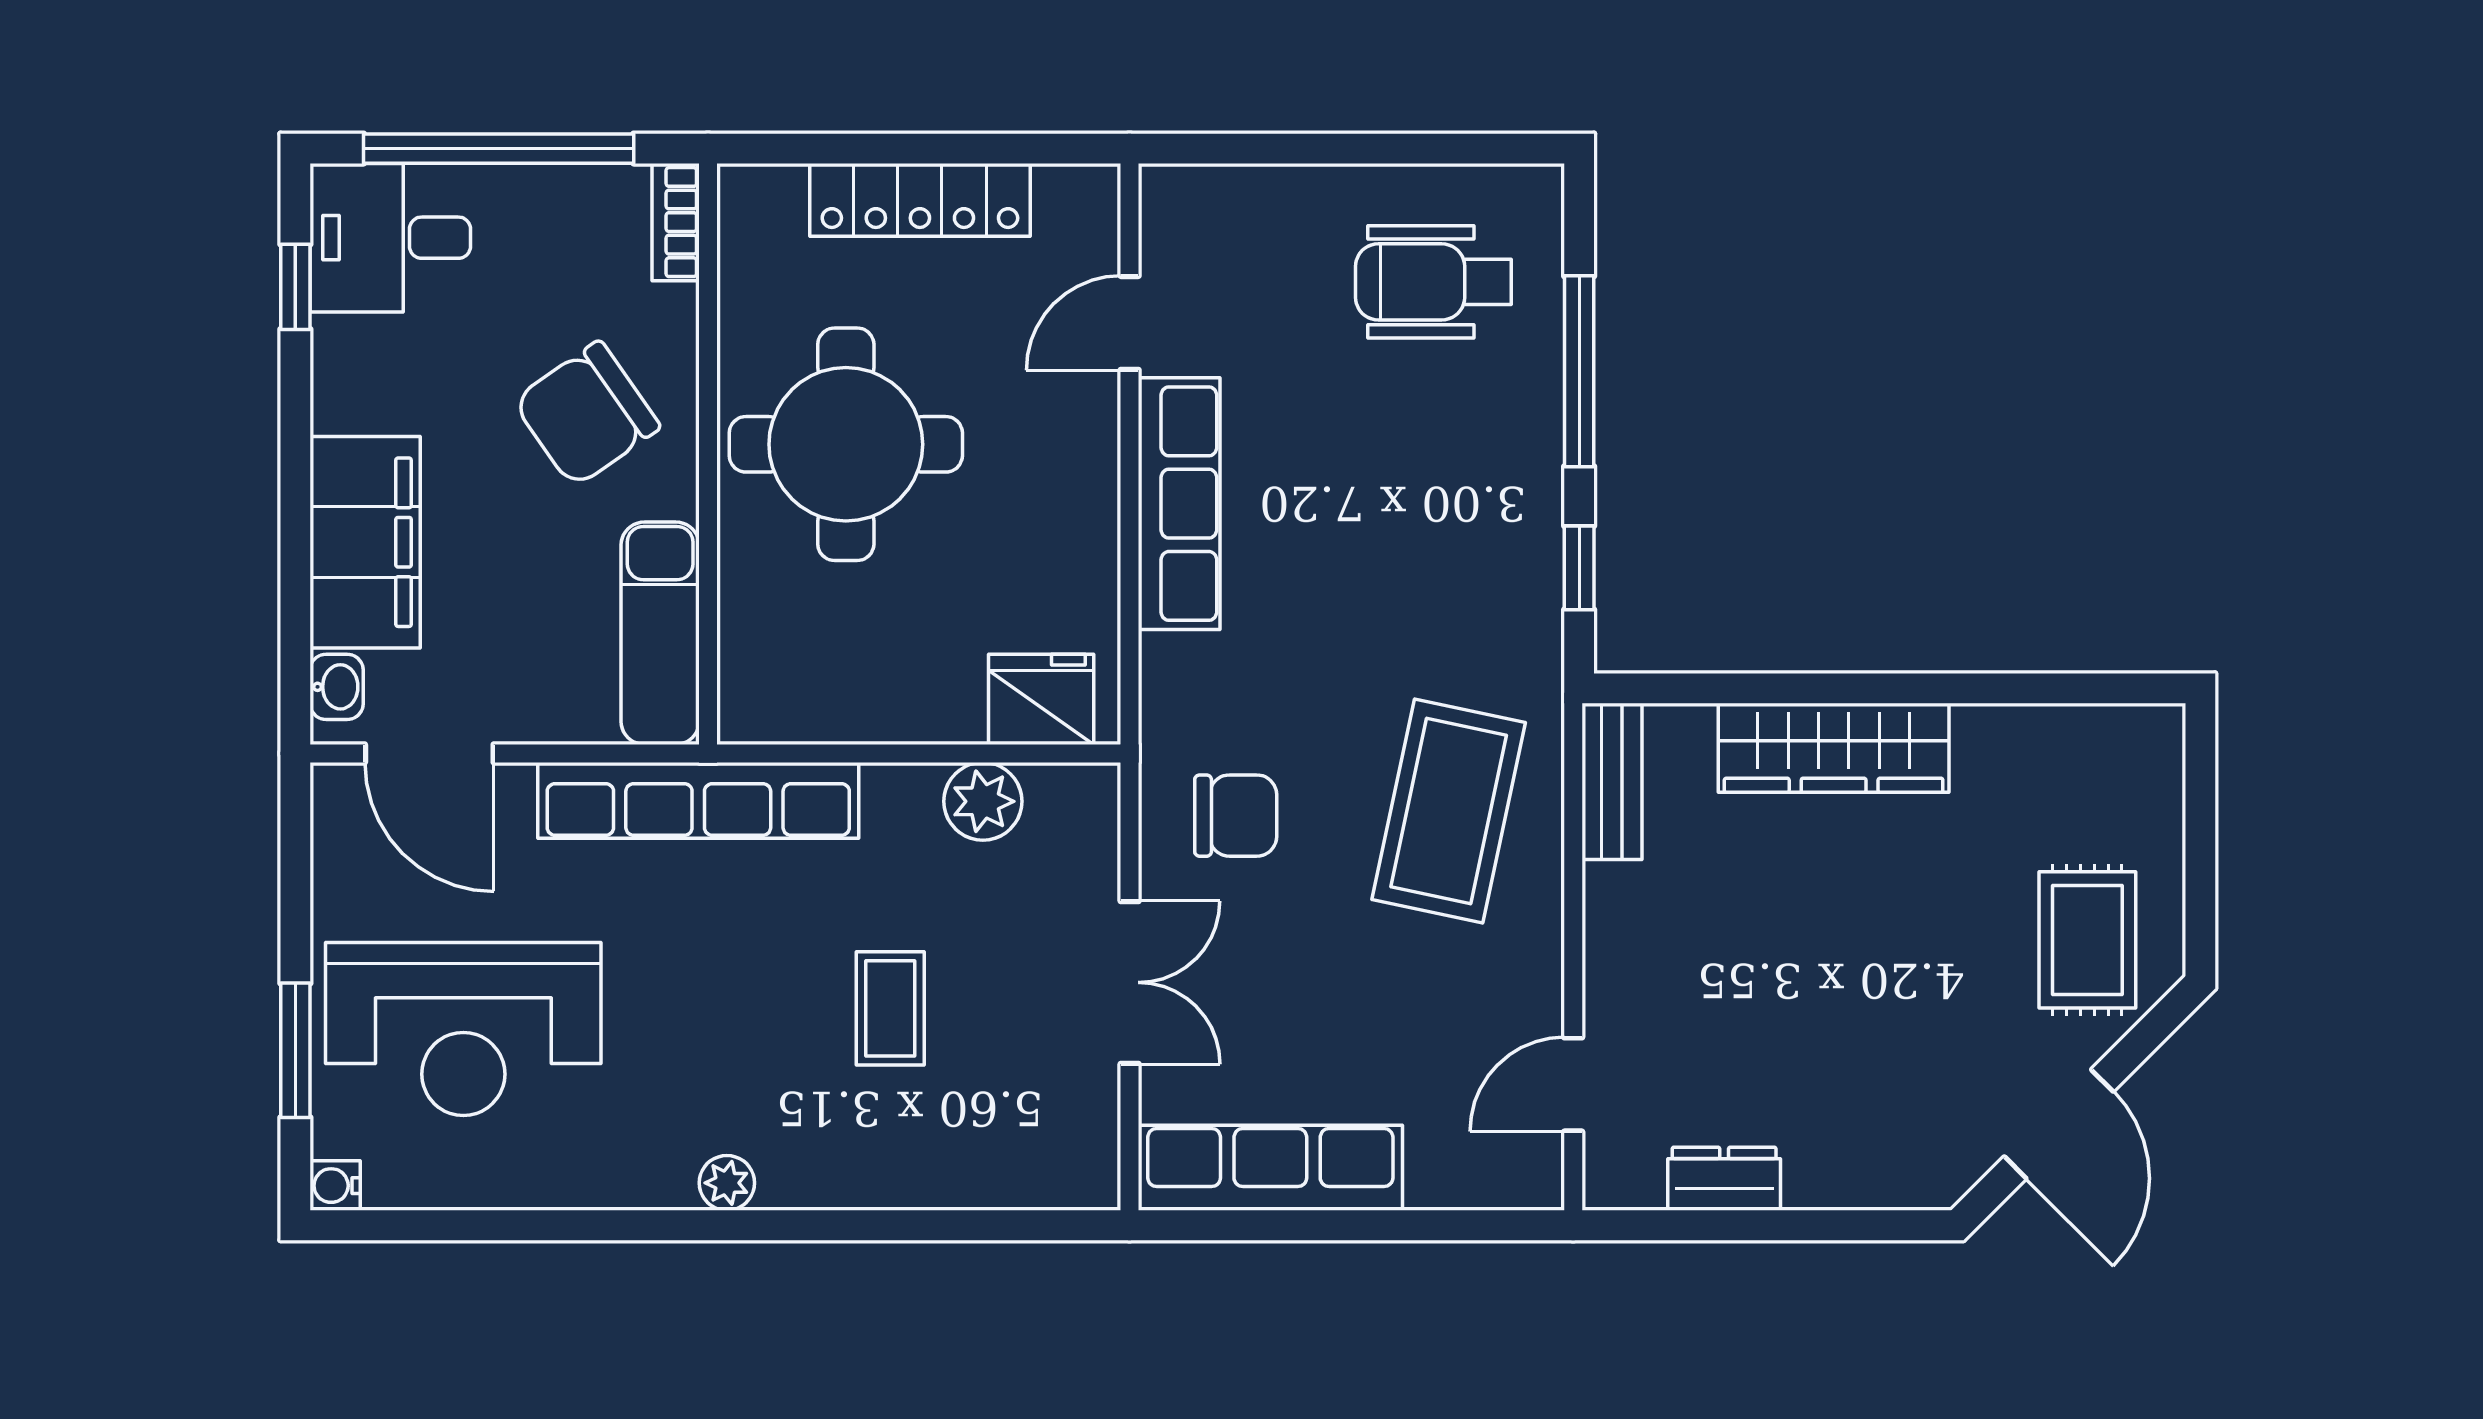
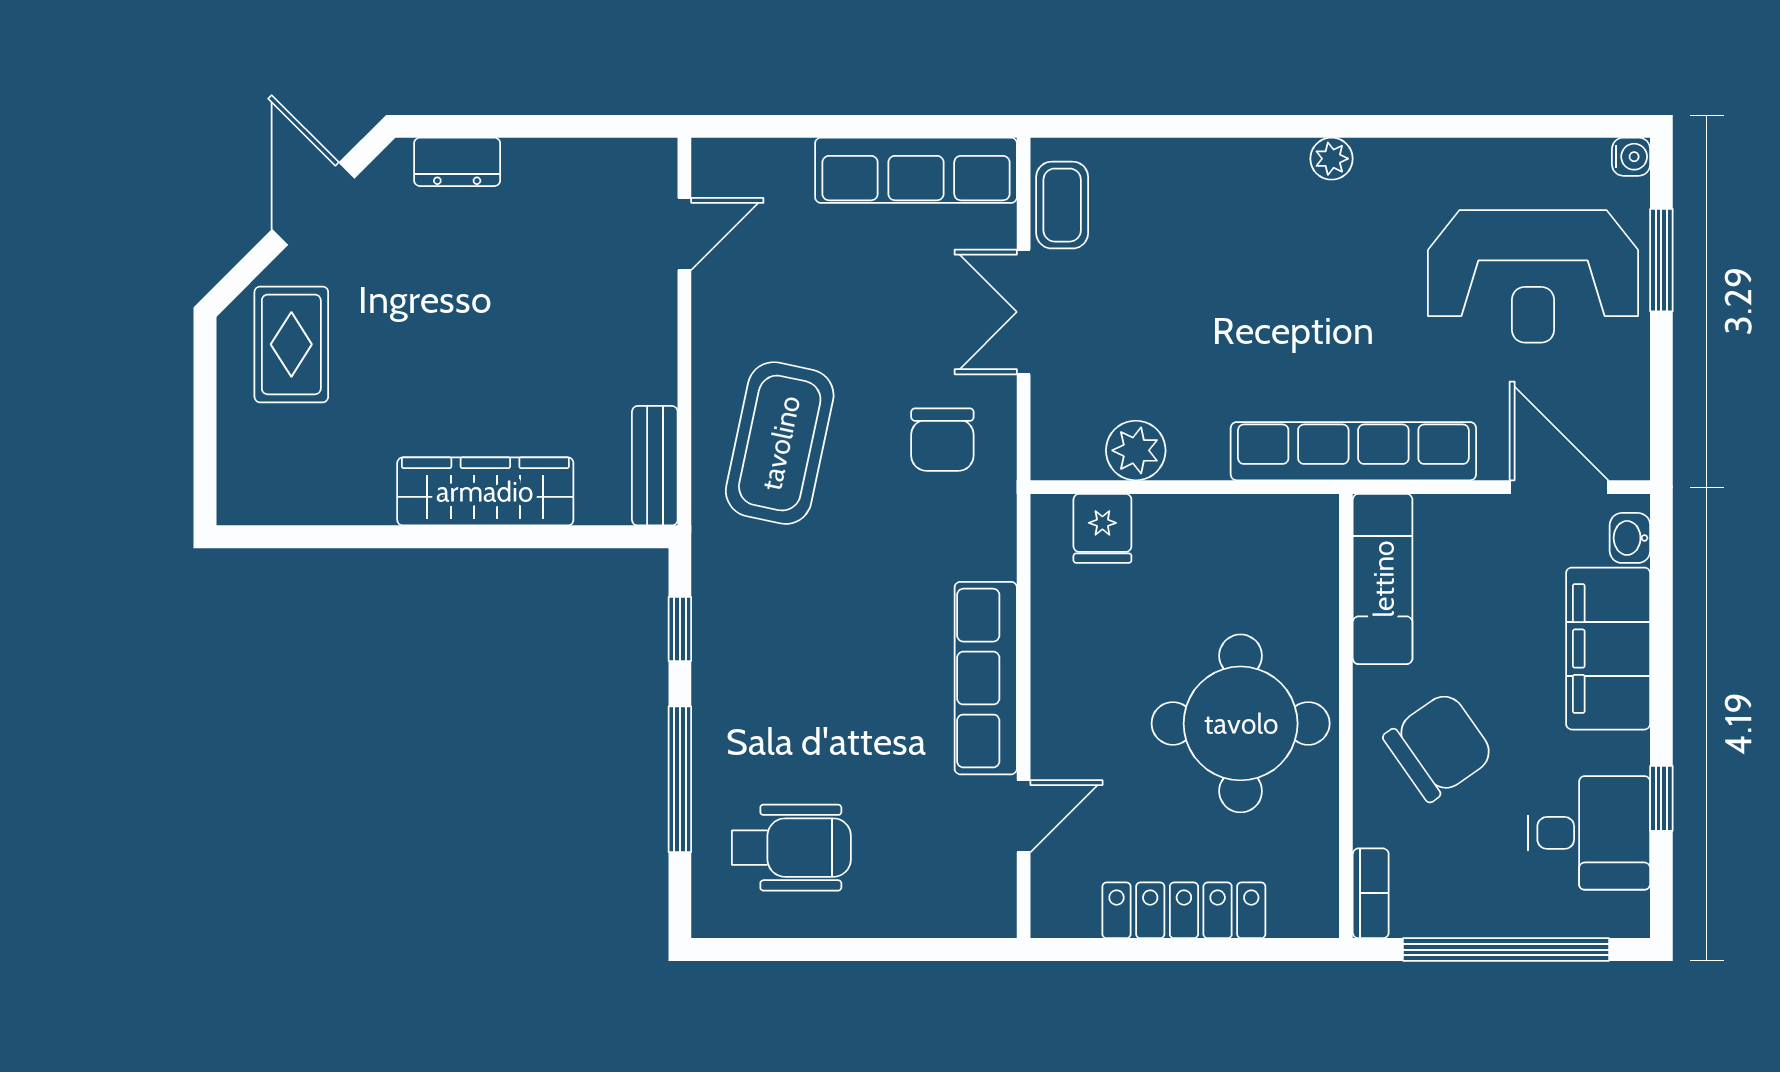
desk: (390, 238) -> (1589, 833), moved
window: (295, 287) -> (1661, 798), moved
fridge: (1041, 699) -> (1102, 528), width x0.72
chair: (1236, 816) -> (942, 440), turned -90
coffee table: (890, 1008) -> (1062, 205), moved
reception desk: (463, 1029) -> (1533, 276), turned 180
dresser: (1724, 1179) -> (457, 162), moved

